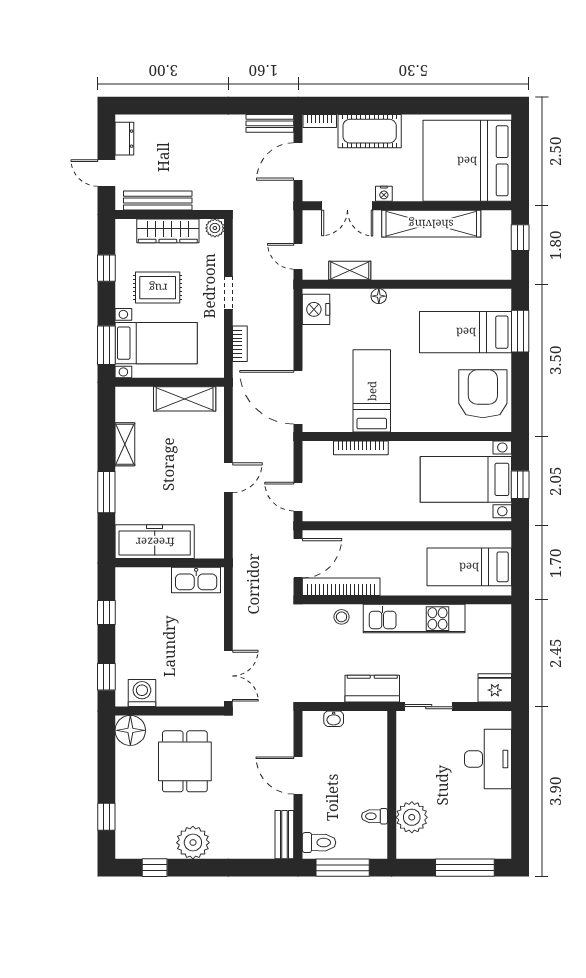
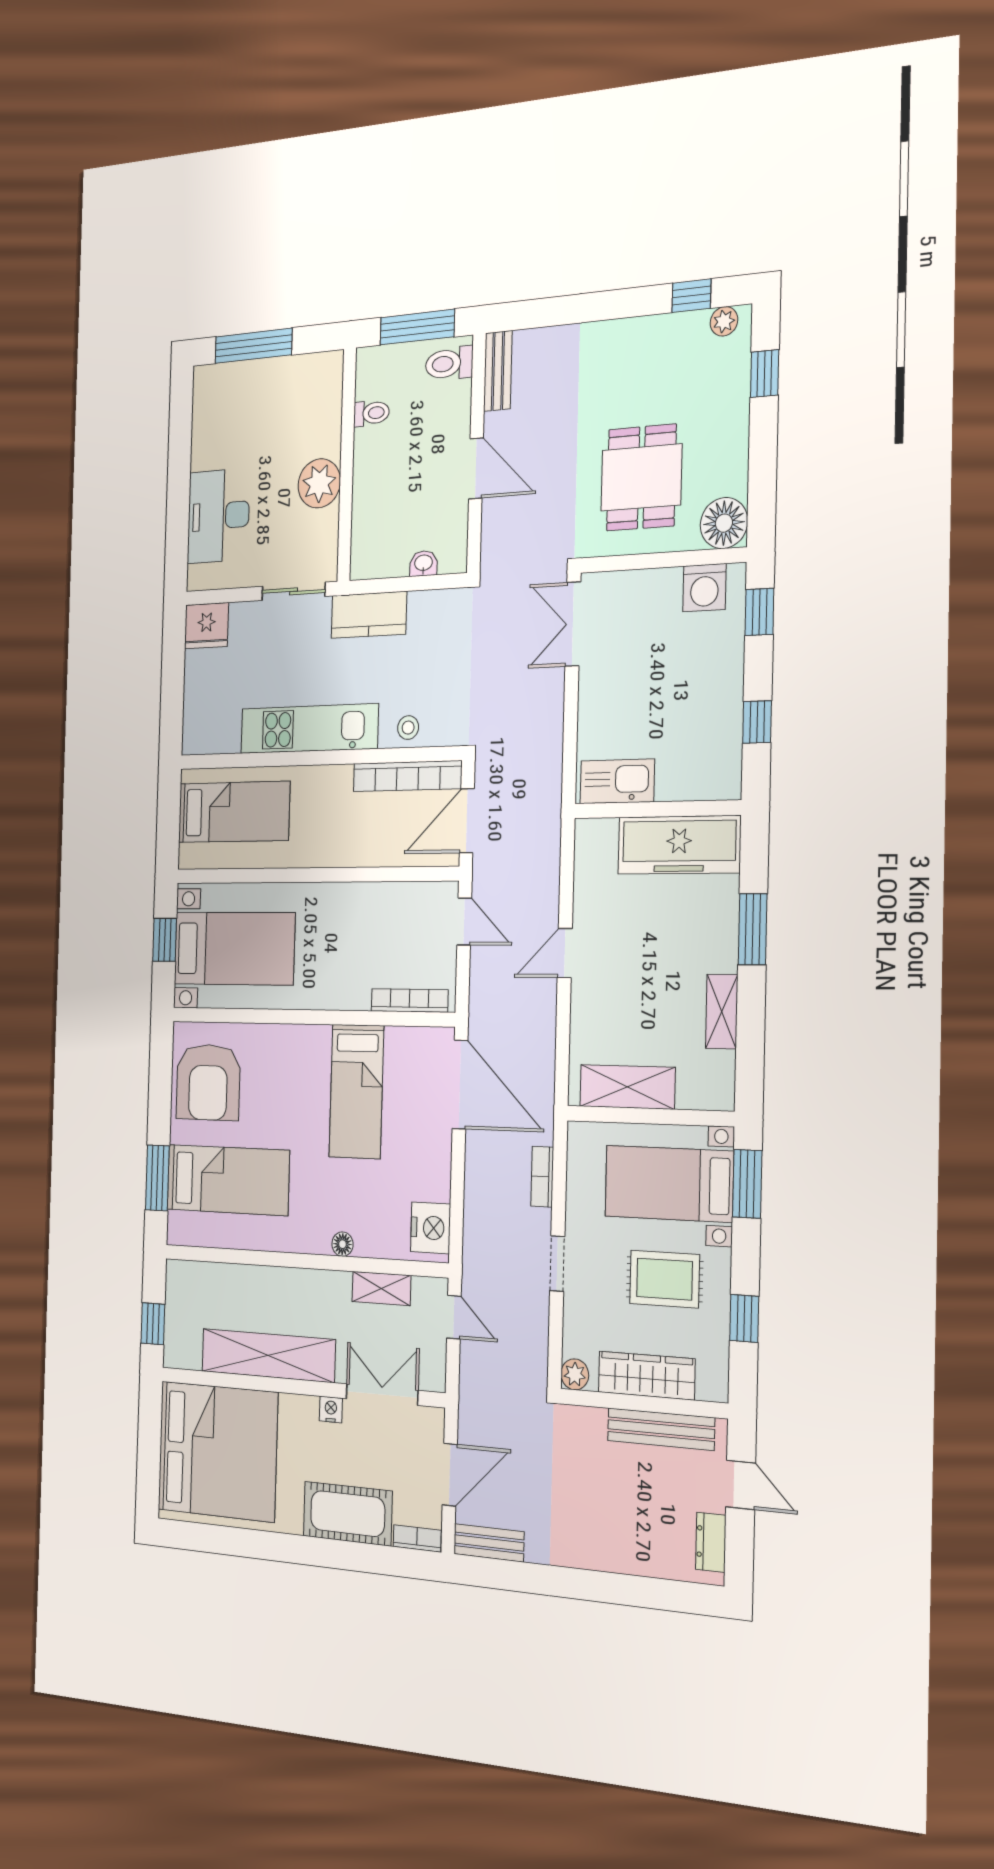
bookcase: (361, 448) -> (410, 1000), moved
plant: (412, 817) -> (319, 483), moved
plant: (193, 843) -> (724, 321), moved, width x0.53, depth x0.53

